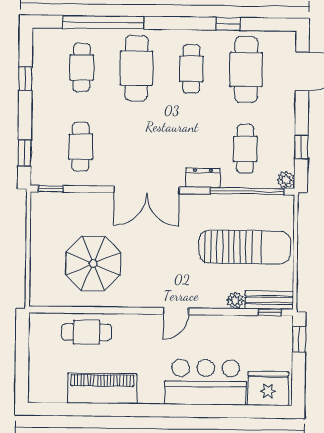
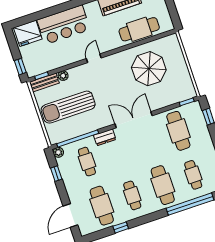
cafe table: (81, 147) -> (178, 131), width x1.37, depth x1.35
cafe table: (87, 332) -> (139, 29), width x1.37, depth x1.35

